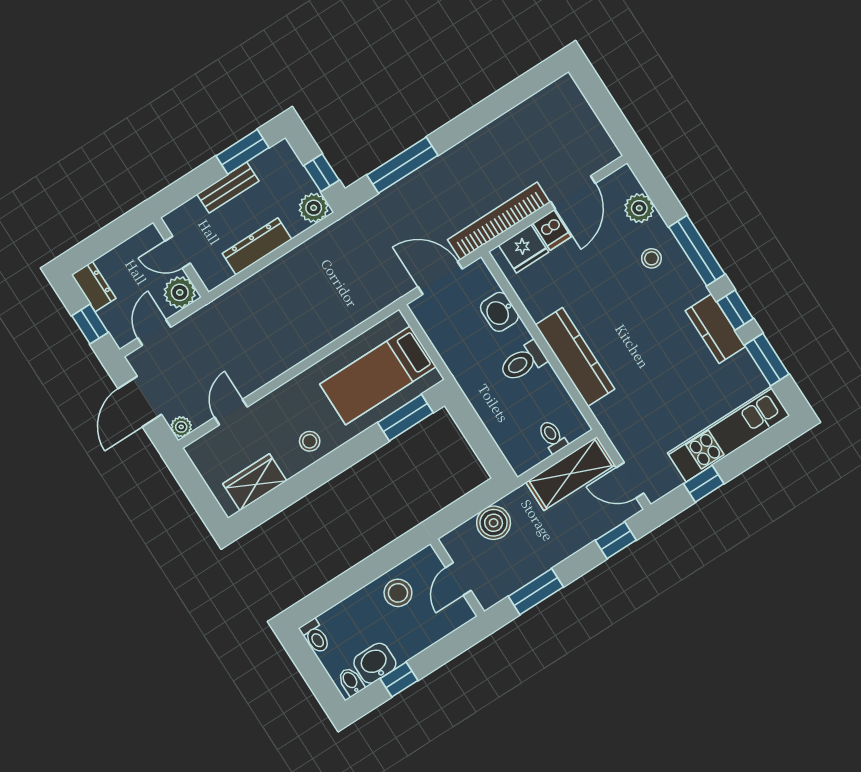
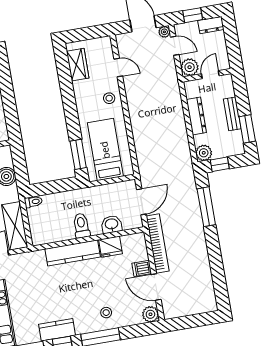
plant: (639, 208) -> (150, 314), moved
fridge: (524, 249) -> (110, 247), moved, turned -90
plant: (181, 427) -> (164, 32), moved
toilet: (552, 437) -> (33, 202), moved
stool: (310, 441) -> (109, 98), moved

